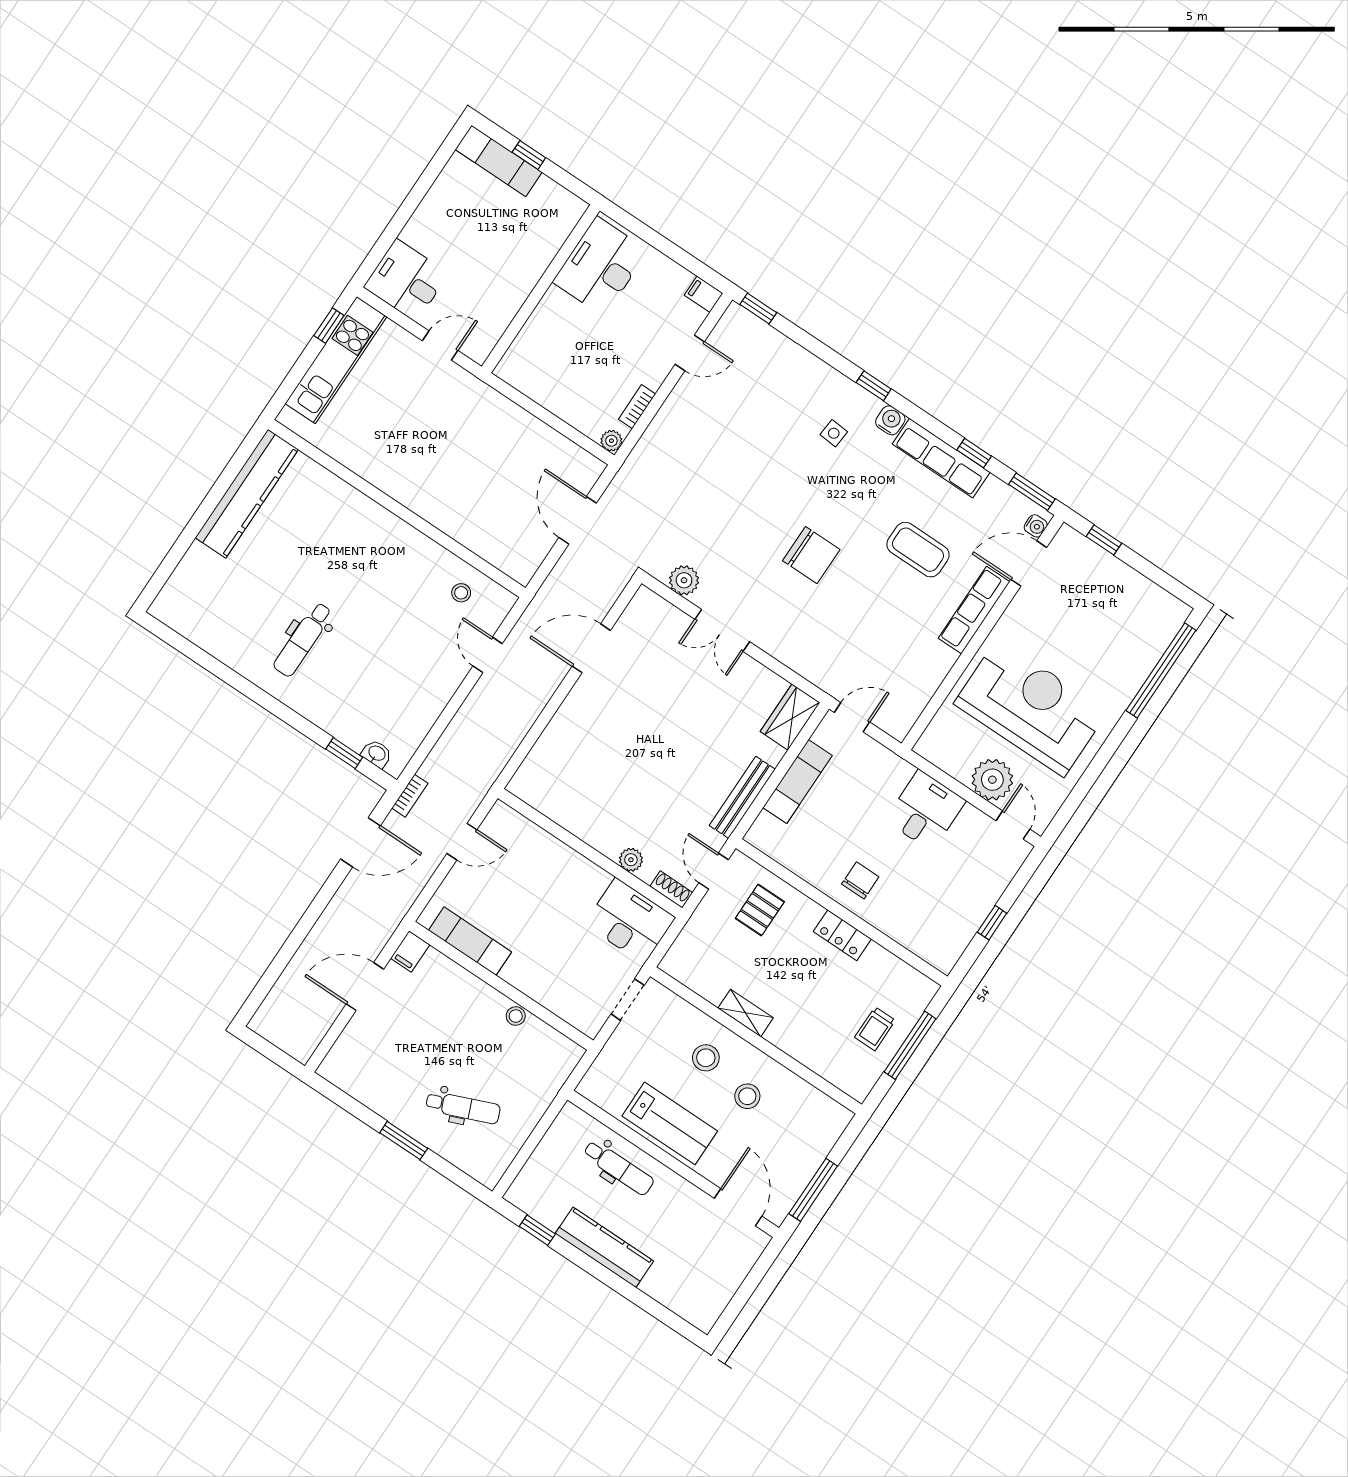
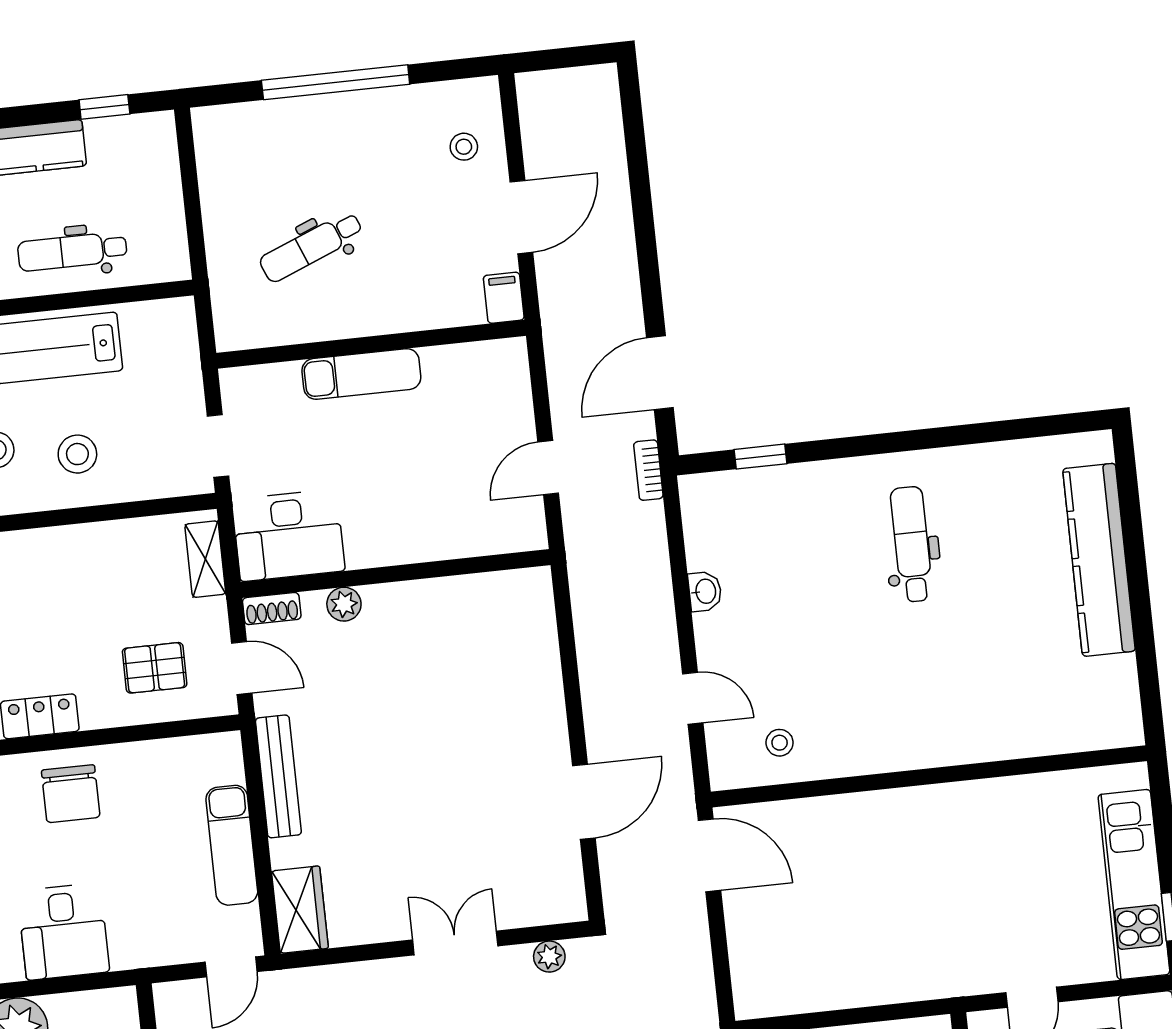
kitchen counter: (247, 494) -> (1099, 560), moved
door: (578, 520) -> (710, 855), moved
plant: (684, 580) -> (549, 957), width x0.73, depth x0.73
washbasin: (377, 754) -> (705, 591), moved, turned -90
chair: (860, 880) -> (71, 794), width x1.37, depth x1.37
pallet: (760, 910) -> (155, 668), turned 90
exam couch: (470, 941) -> (361, 374), moved
shelving: (746, 1013) -> (205, 559), moved, turned 90
stool: (516, 1016) -> (464, 147), moved
dental chair: (463, 1107) -> (311, 247), moved
window: (404, 1141) -> (336, 82), width x2.11

